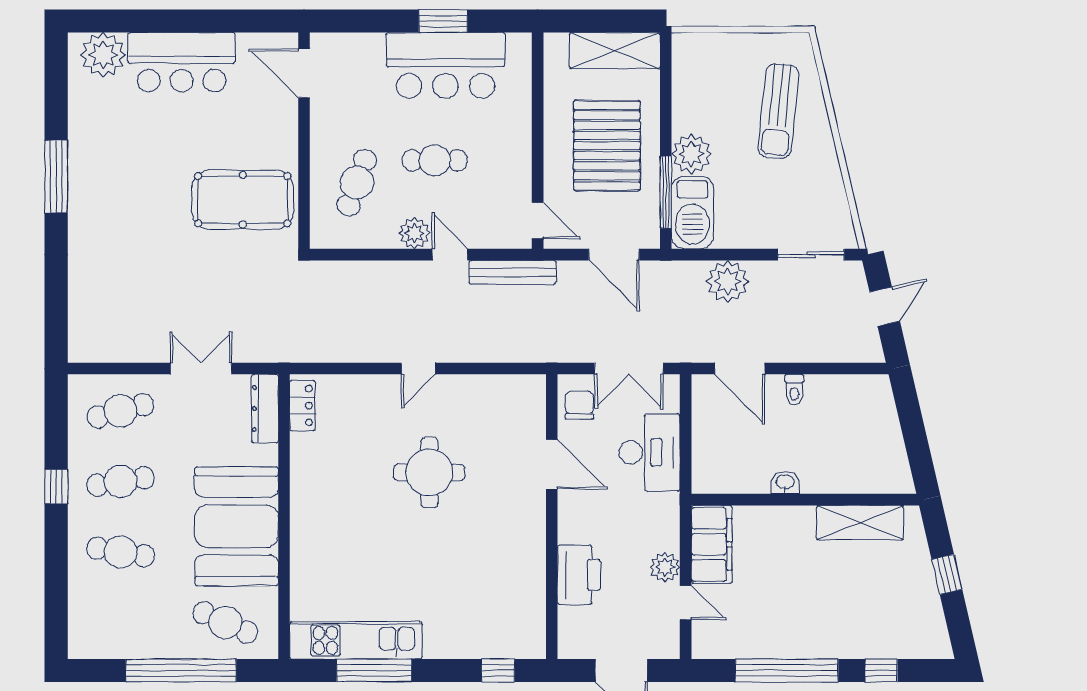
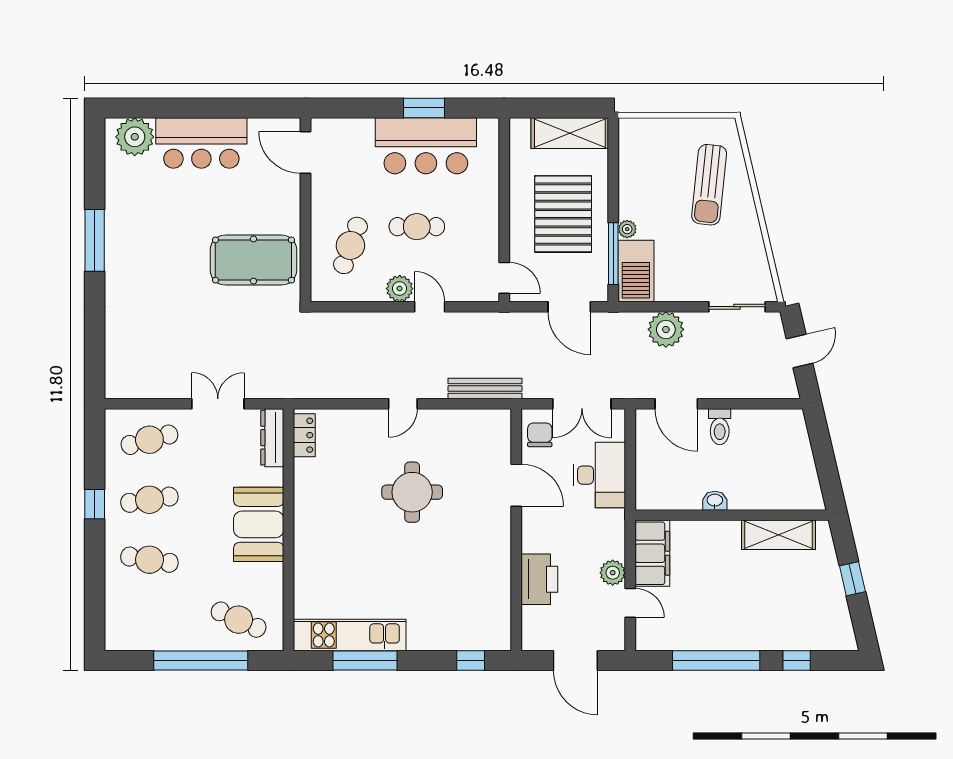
plant: (691, 154) -> (627, 229), width x0.53, depth x0.53
bench: (513, 272) -> (485, 388), moved
toilet: (794, 390) -> (720, 427), width x1.37, depth x1.39
booth: (237, 526) -> (259, 524), width x0.73, depth x0.70

